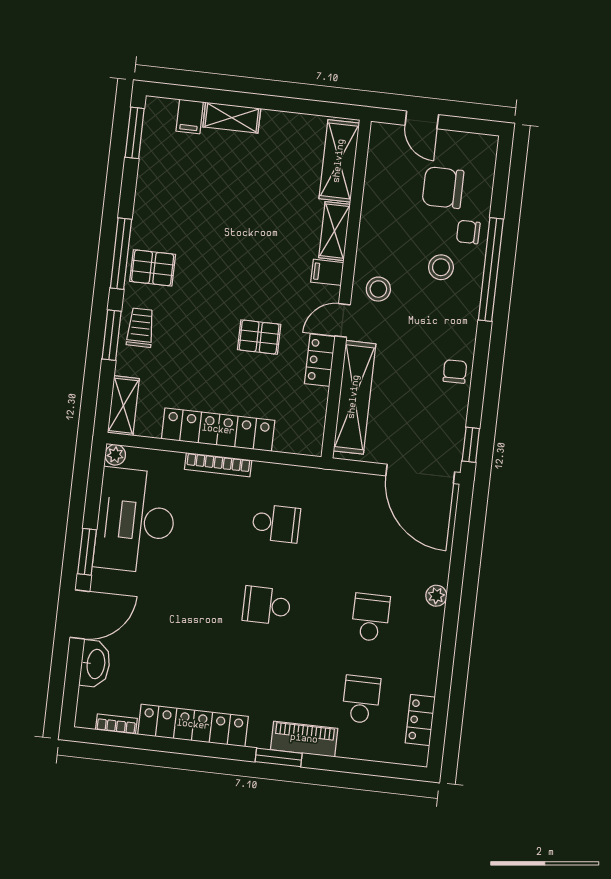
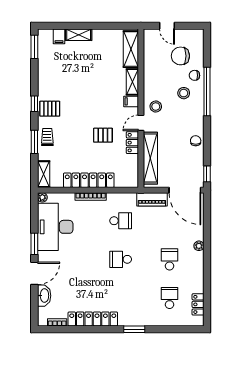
window: (121, 254) -> (34, 104), width x0.46
piano: (304, 739) -> (152, 199), moved, turned 180

